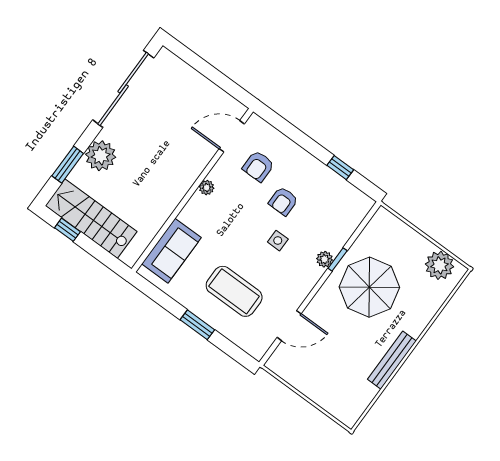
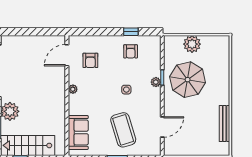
armchair: (283, 201) -> (131, 51), moved
plant: (439, 265) -> (192, 44), moved
coffee table: (234, 291) -> (123, 130), turned 73
bench: (392, 360) -> (225, 123), moved

